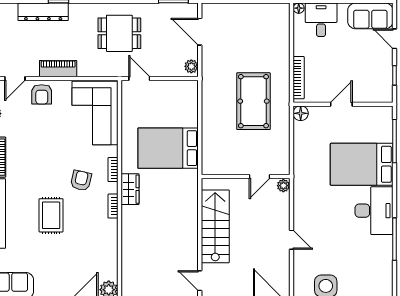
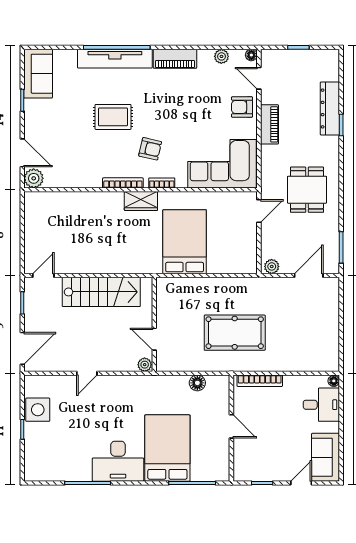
floor lamp: (301, 113) -> (197, 383), moved
bookcase: (113, 206) -> (123, 183), width x1.56

